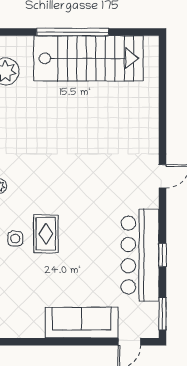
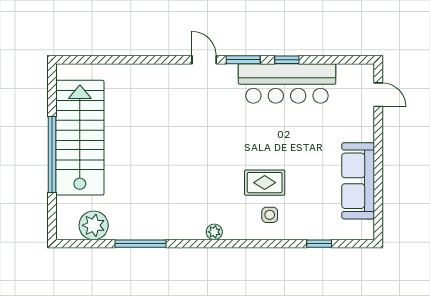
window: (162, 314) -> (243, 60), moved
sofa: (82, 323) -> (358, 181), moved

